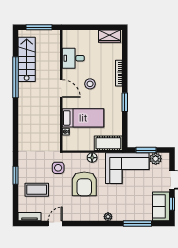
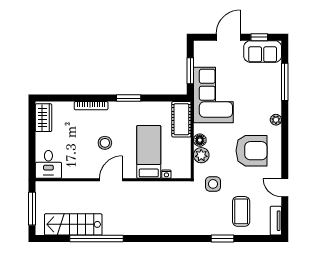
desk: (73, 58) -> (48, 164), moved
plant: (156, 159) -> (201, 155), moved
armchair: (84, 184) -> (252, 151), moved

